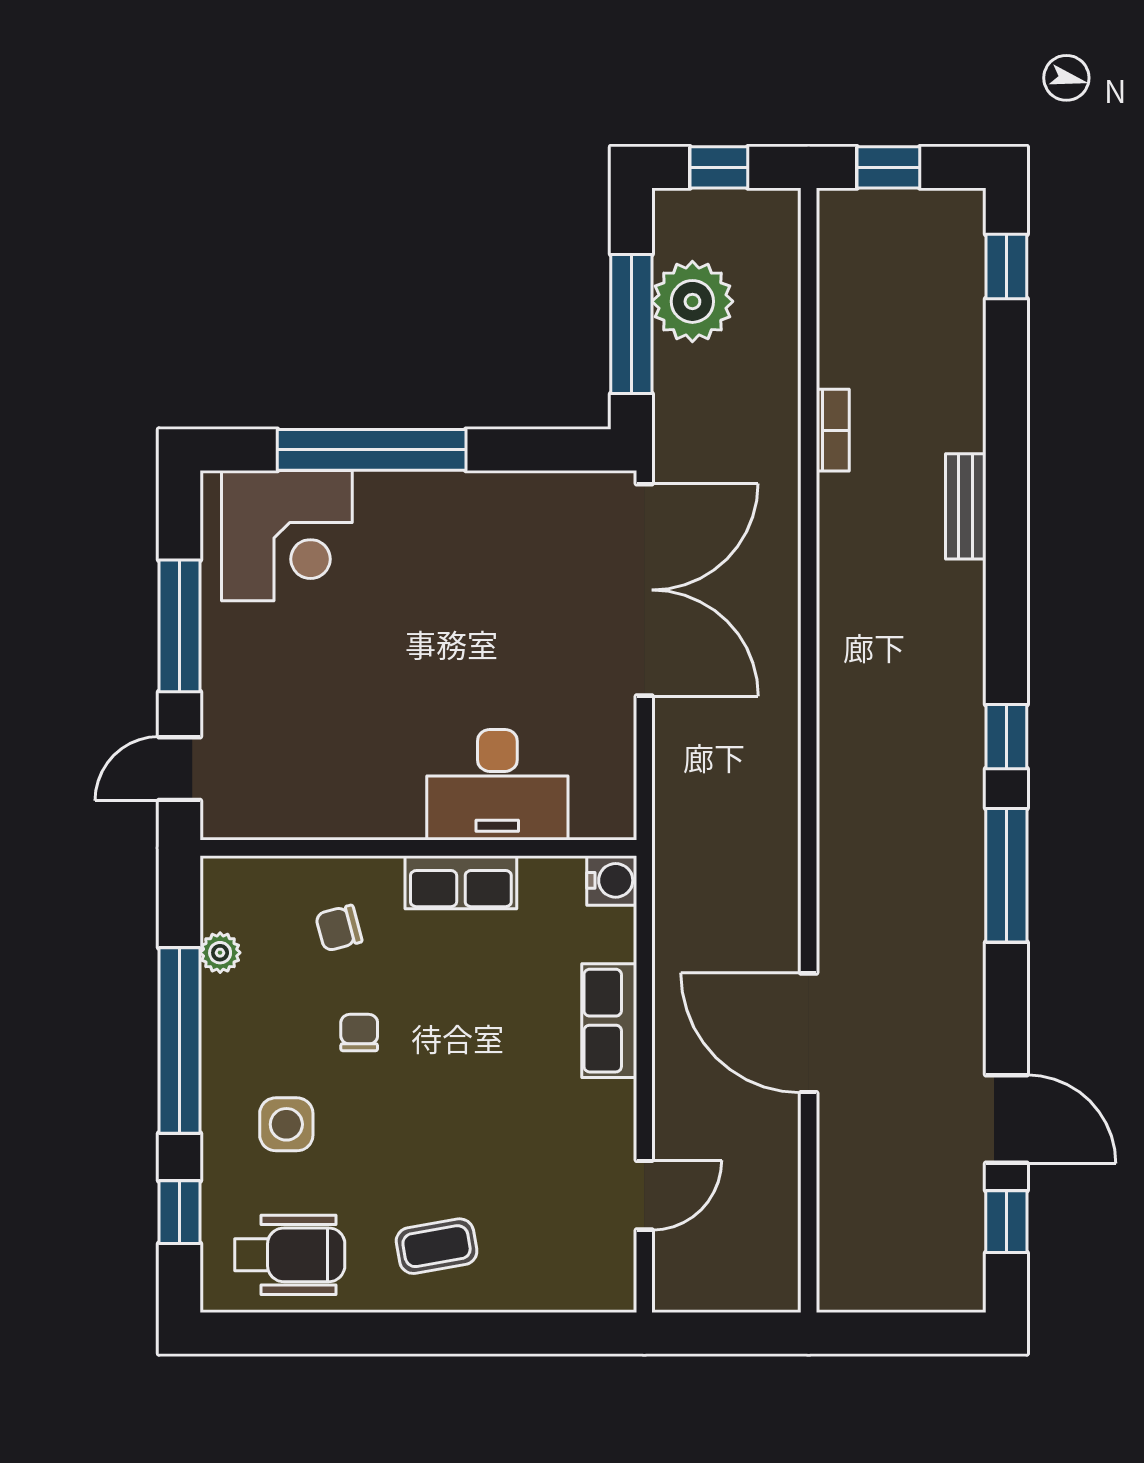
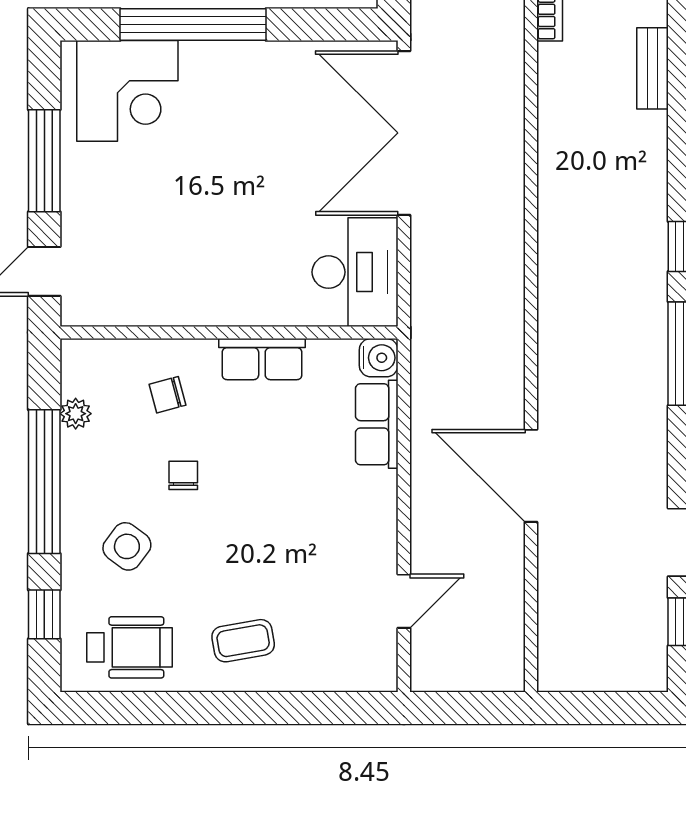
double door: (644, 590) -> (404, 133), swing flipped
desk: (497, 785) -> (355, 272), moved, turned -90
row of seats: (609, 1021) -> (377, 424), moved
side table: (286, 1124) -> (127, 546), turned 37

